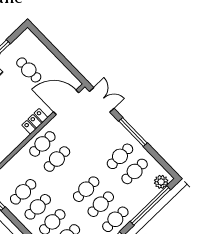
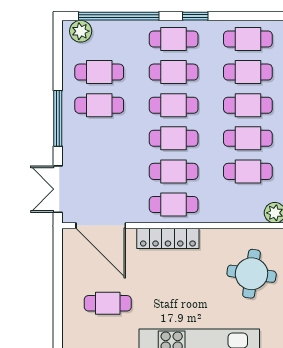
cafe table: (29, 70) -> (108, 303), turned 90
locker: (35, 121) -> (168, 238), width x1.53
cafe table: (72, 174) -> (174, 138), added

